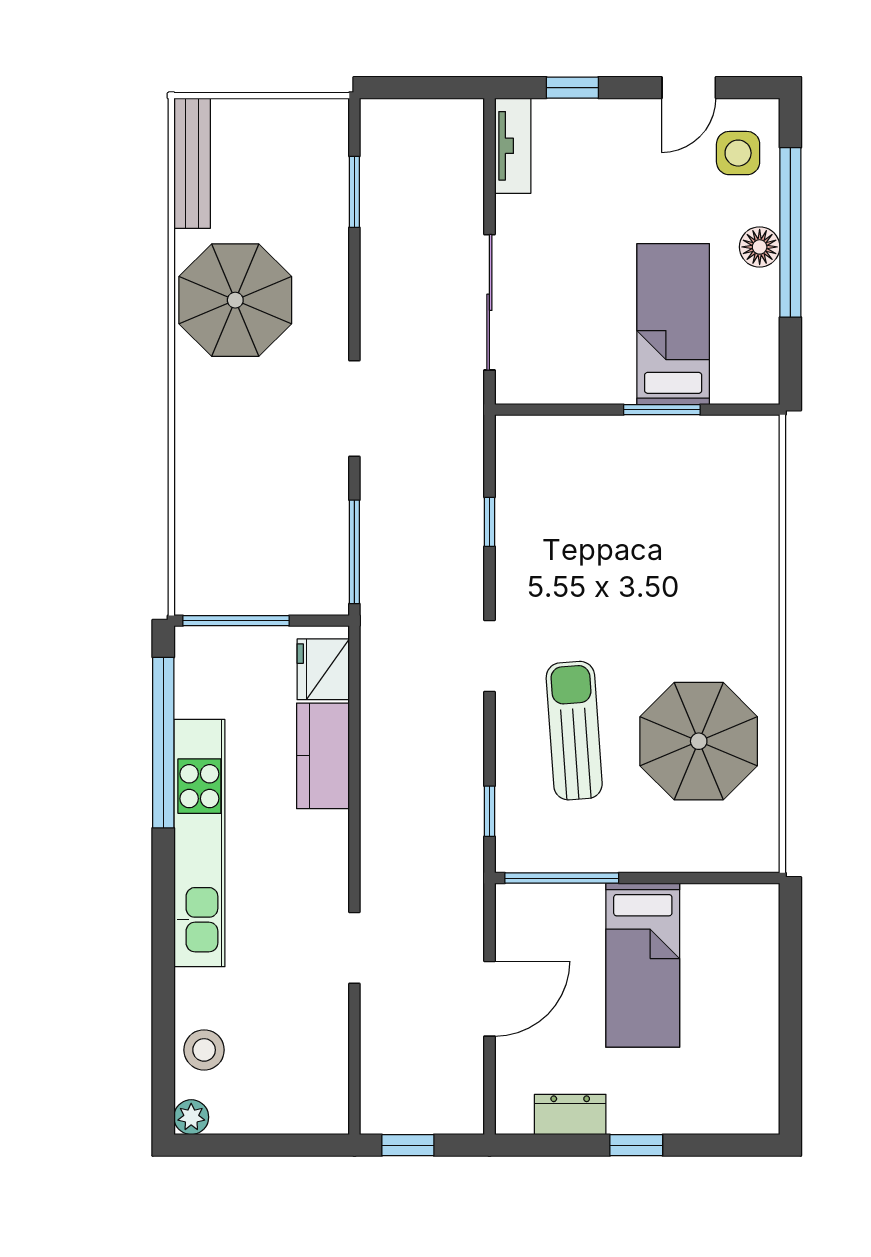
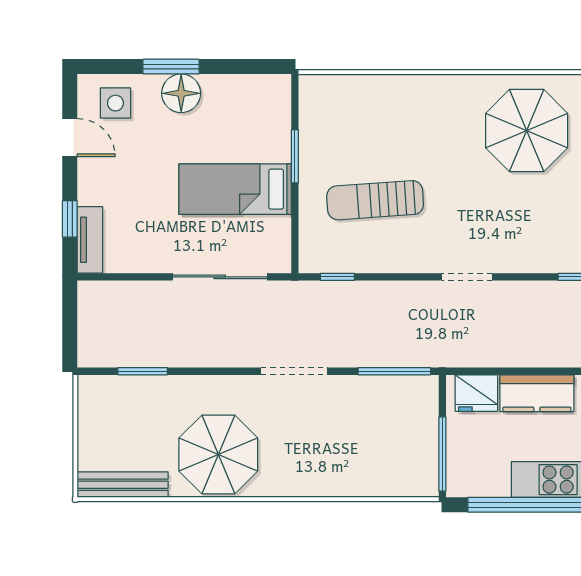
tv unit: (513, 146) -> (90, 240), moved, turned 90
window: (790, 232) -> (171, 67), width x0.47
floor lamp: (760, 247) -> (181, 93), width x1.38, depth x1.38
bed: (673, 324) -> (235, 189), moved
window: (489, 522) -> (337, 277), moved
sun lounger: (574, 731) -> (375, 200), moved

